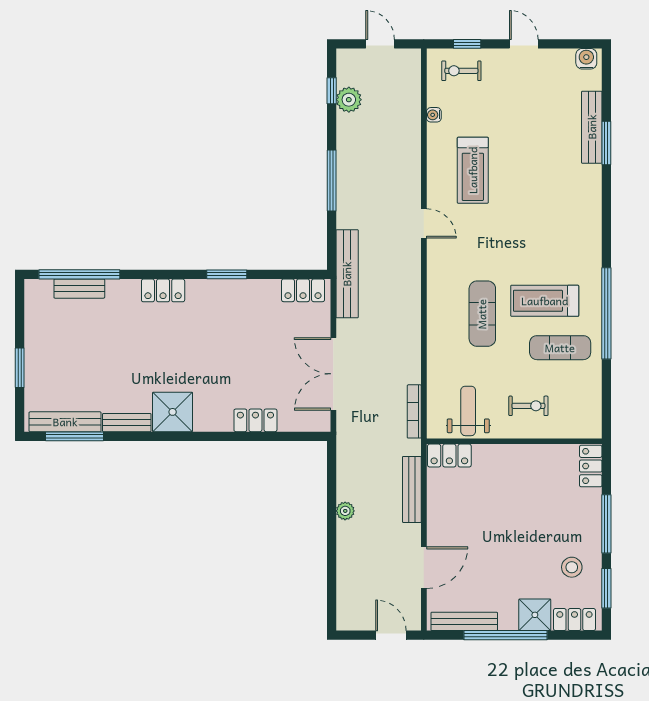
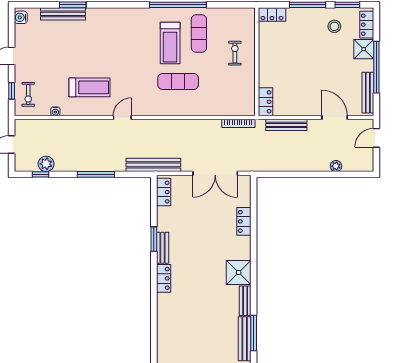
window: (79, 274) -> (154, 330), removed
bench: (79, 289) -> (163, 248), moved
weight bench: (468, 411) -> (238, 90), removed
plant: (345, 511) -> (336, 166), moved

